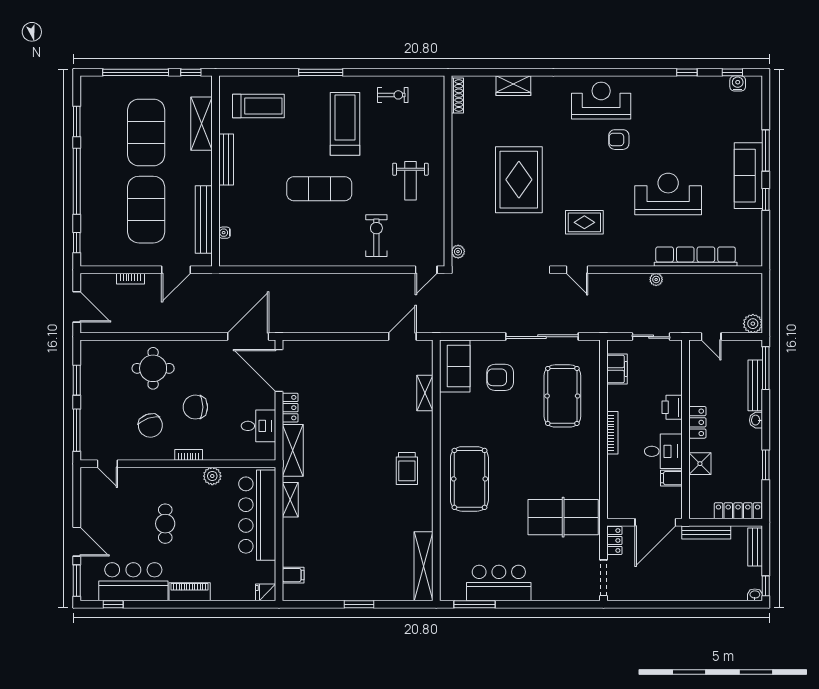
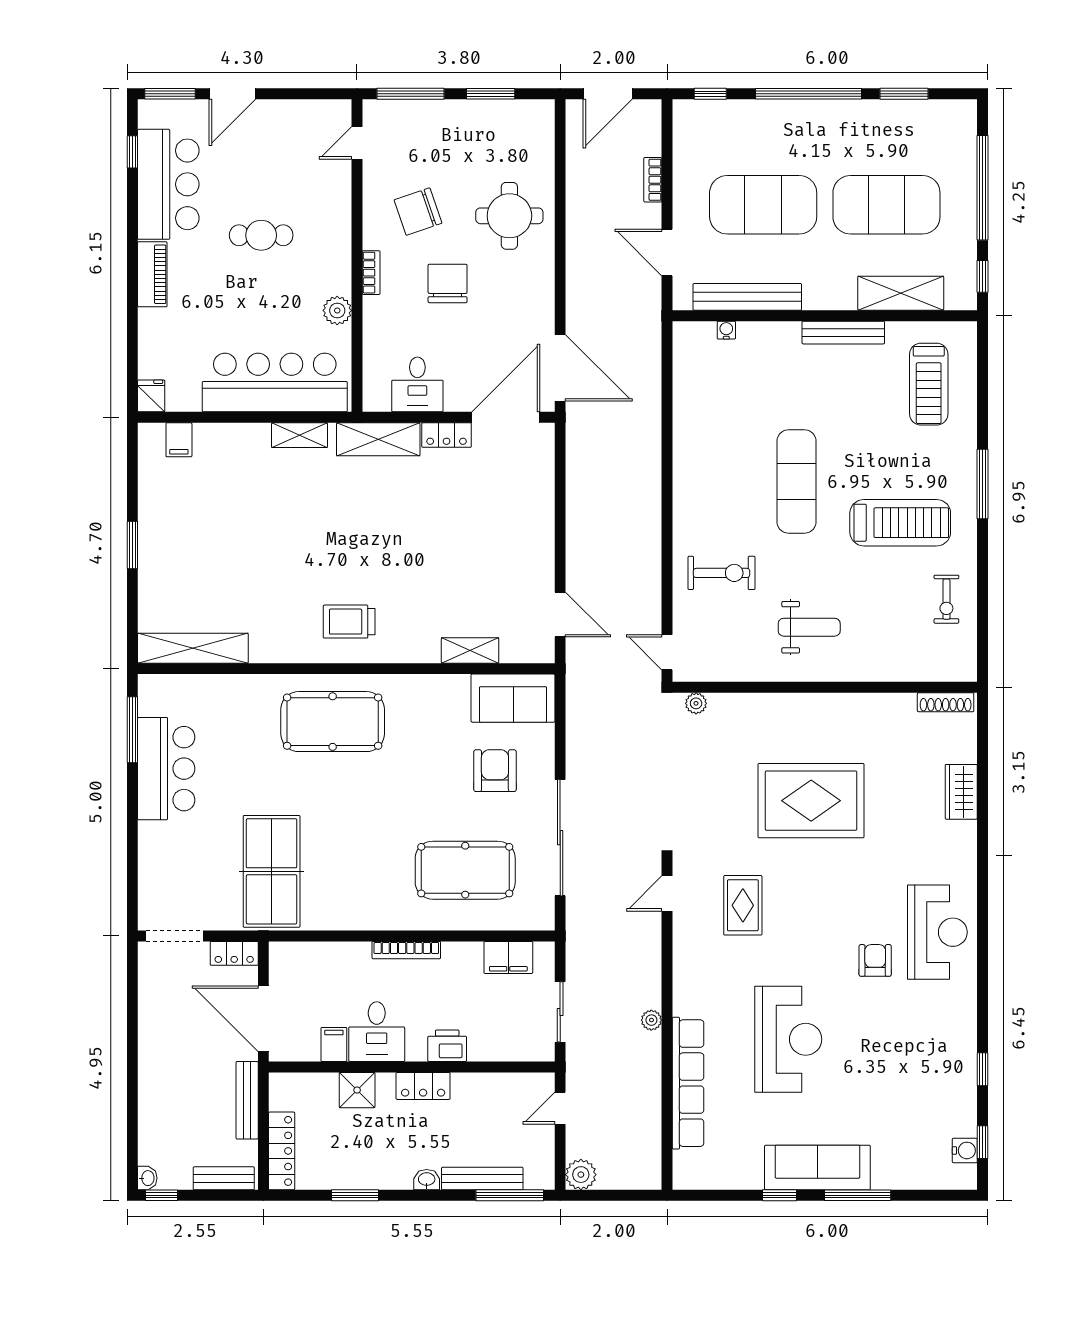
weight bench: (410, 181) -> (809, 627), turned 180

